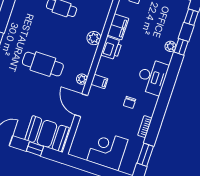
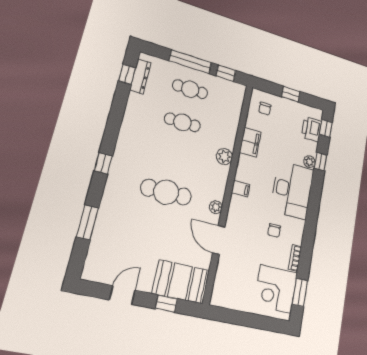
printer: (112, 48) -> (312, 129), moved, turned 180
desk: (152, 77) -> (292, 190), width x1.36, depth x1.30
filing cabinet: (99, 81) -> (241, 189), moved
corner desk: (107, 150) -> (276, 289), moved, turned -90

